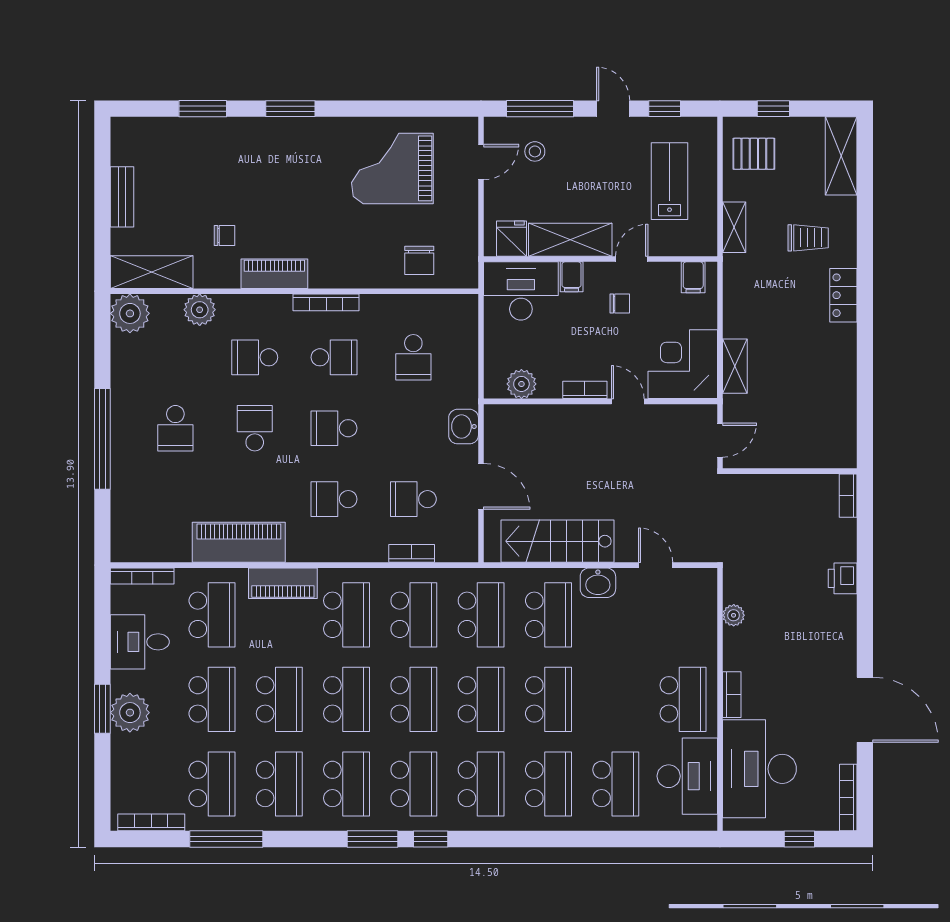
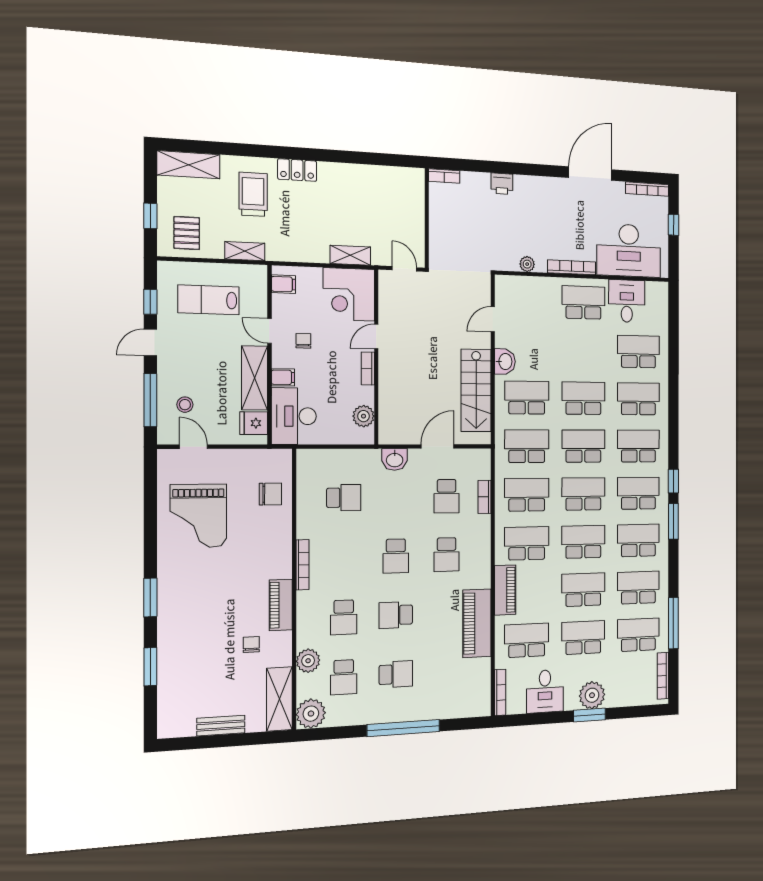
trolley: (808, 238) -> (253, 194), width x1.36, depth x1.39
school desk: (334, 357) -> (344, 677), moved, turned 180
bookcase: (732, 695) -> (572, 267), width x1.56
desk: (687, 776) -> (627, 301), width x0.73

